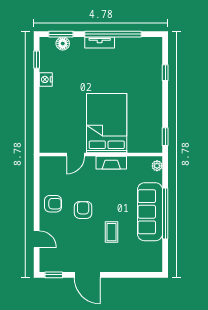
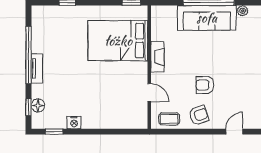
window: (61, 34) -> (28, 107), width x0.67
bed: (107, 123) -> (118, 41), moved
plant: (157, 166) -> (243, 11), moved
armchair: (53, 204) -> (199, 115), turned 71
coffee table: (111, 232) -> (169, 119), moved

